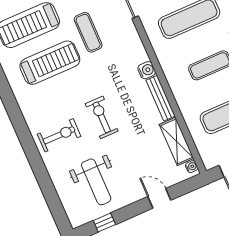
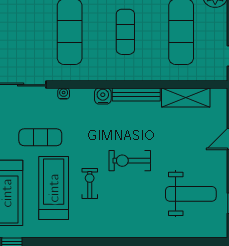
exercise bike: (59, 135) -> (90, 184), moved, width x0.73, depth x0.72
water cooler: (192, 167) -> (64, 93), moved

